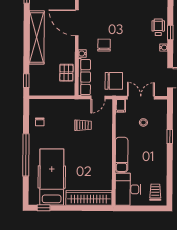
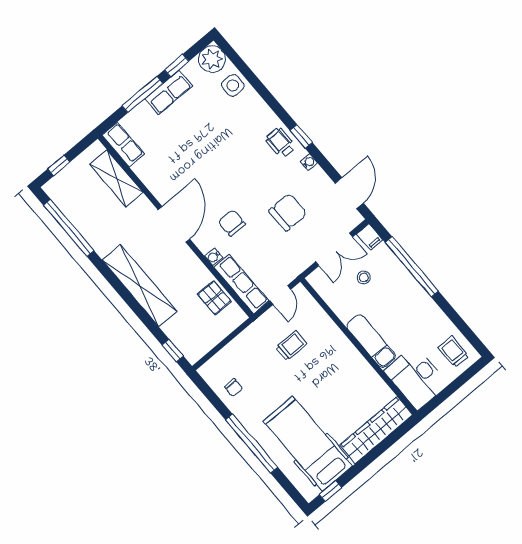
door: (77, 23) -> (174, 224), swing flipped
chair: (114, 81) -> (288, 212), moved
double door: (141, 98) -> (334, 249), swing flipped
filing cabinet: (121, 106) -> (370, 237), moved
window: (170, 136) -> (412, 267), width x3.17

